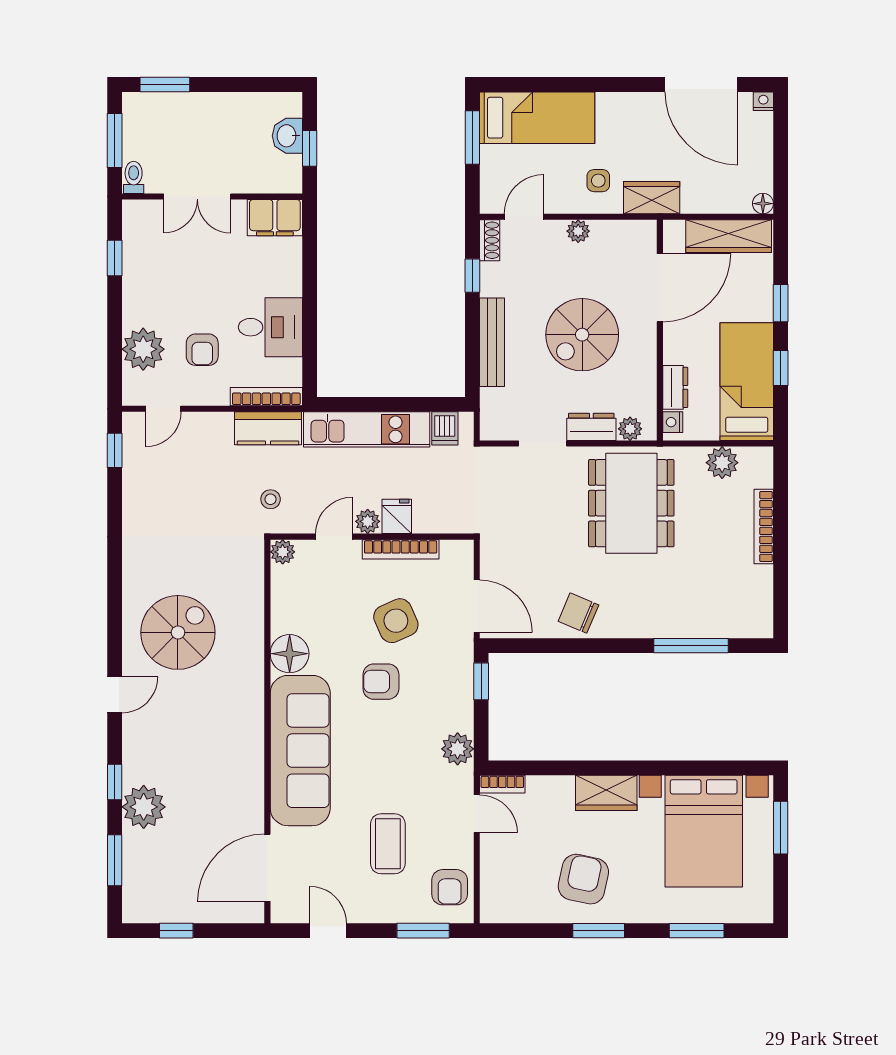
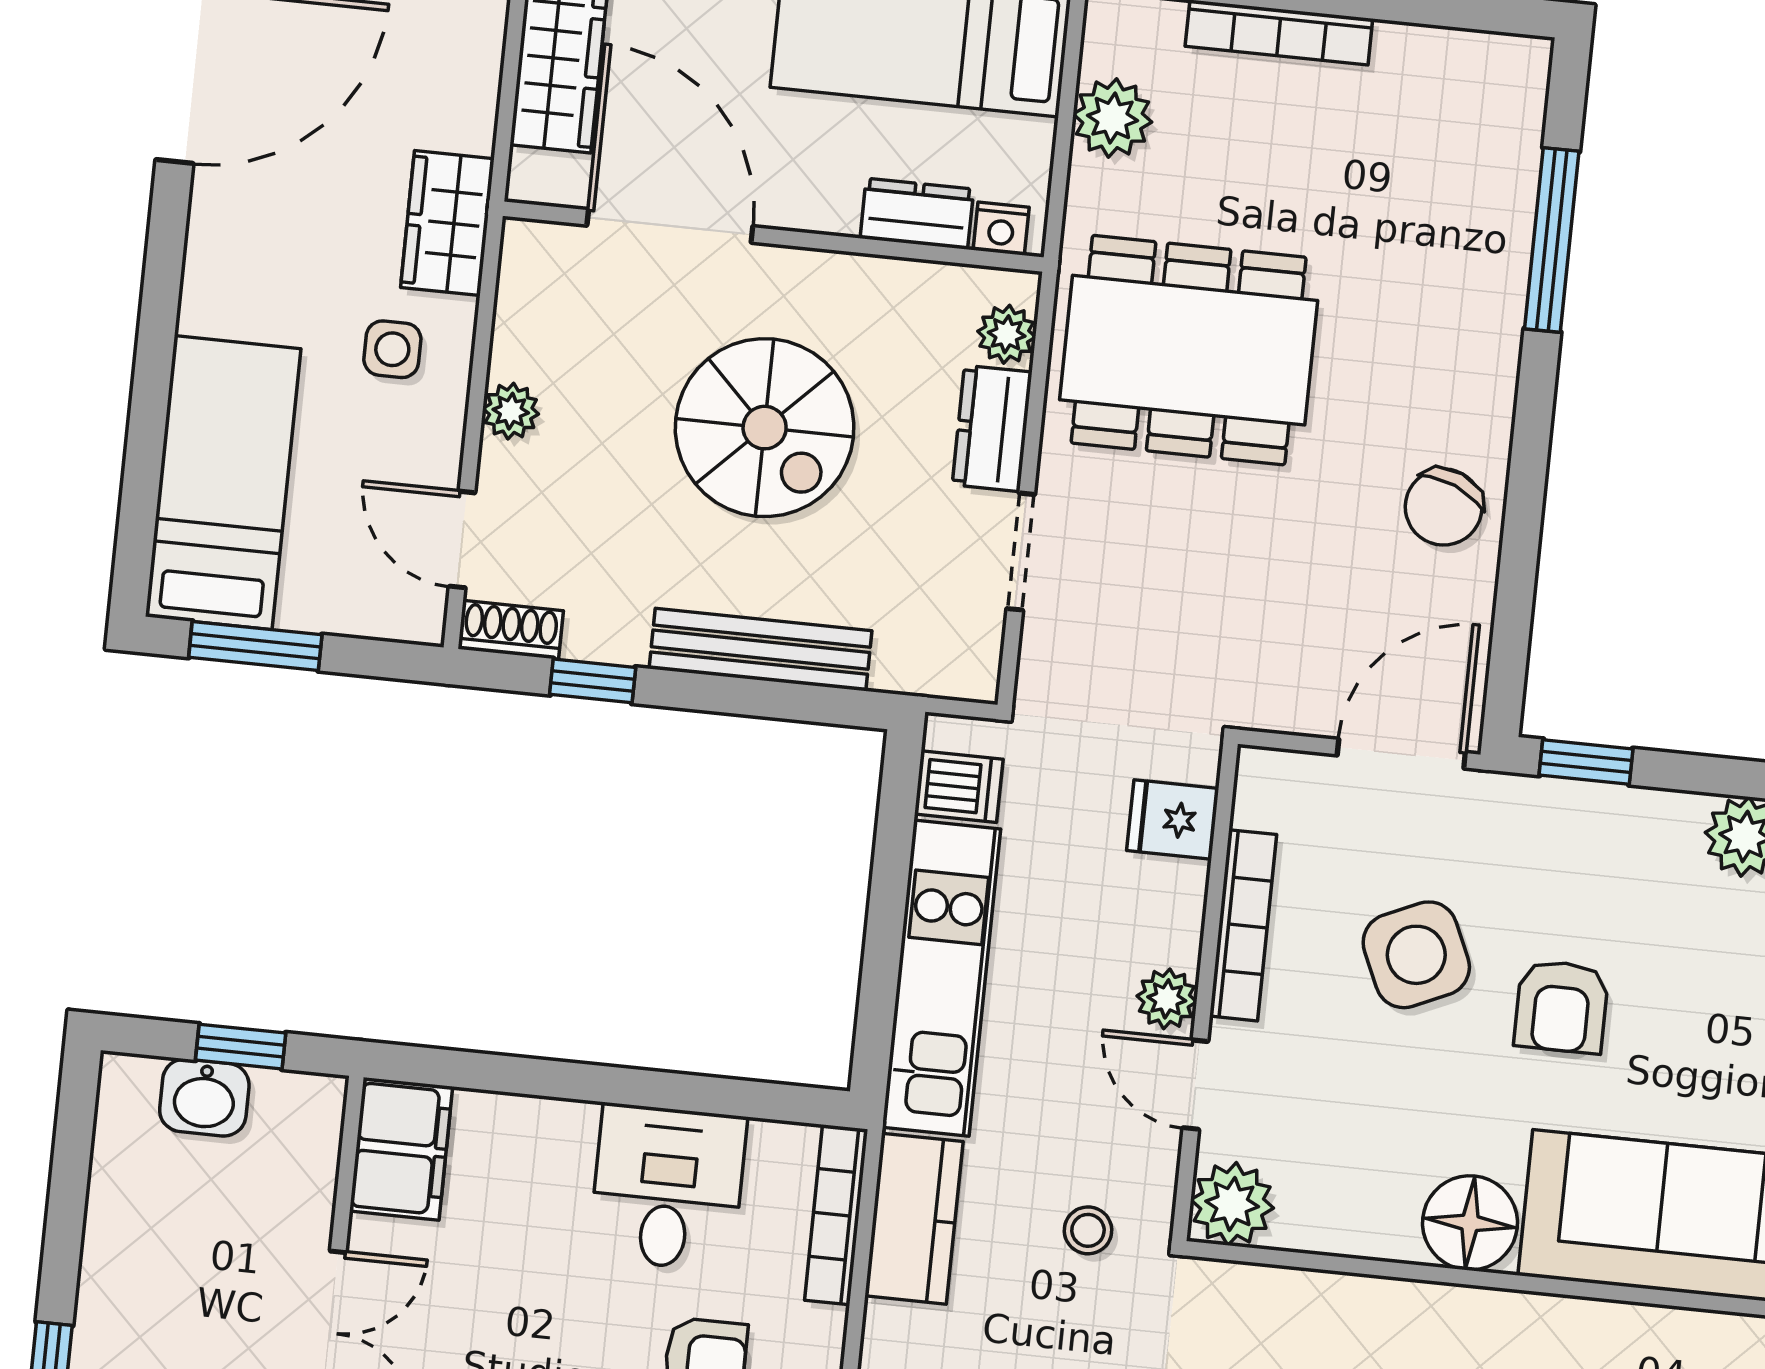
fridge: (397, 516) -> (1173, 819), moved
plant: (283, 552) -> (1232, 1204), width x1.38, depth x1.38

